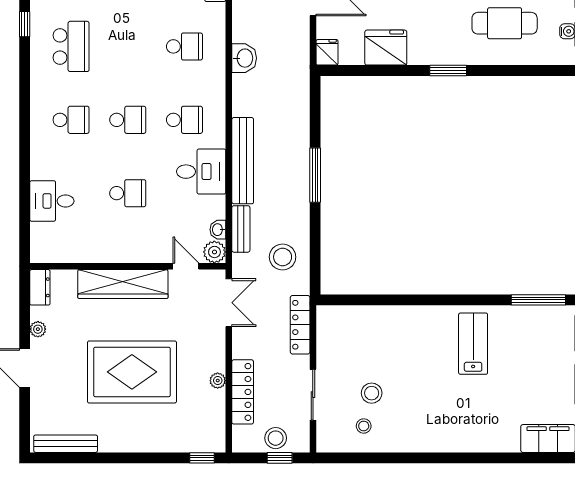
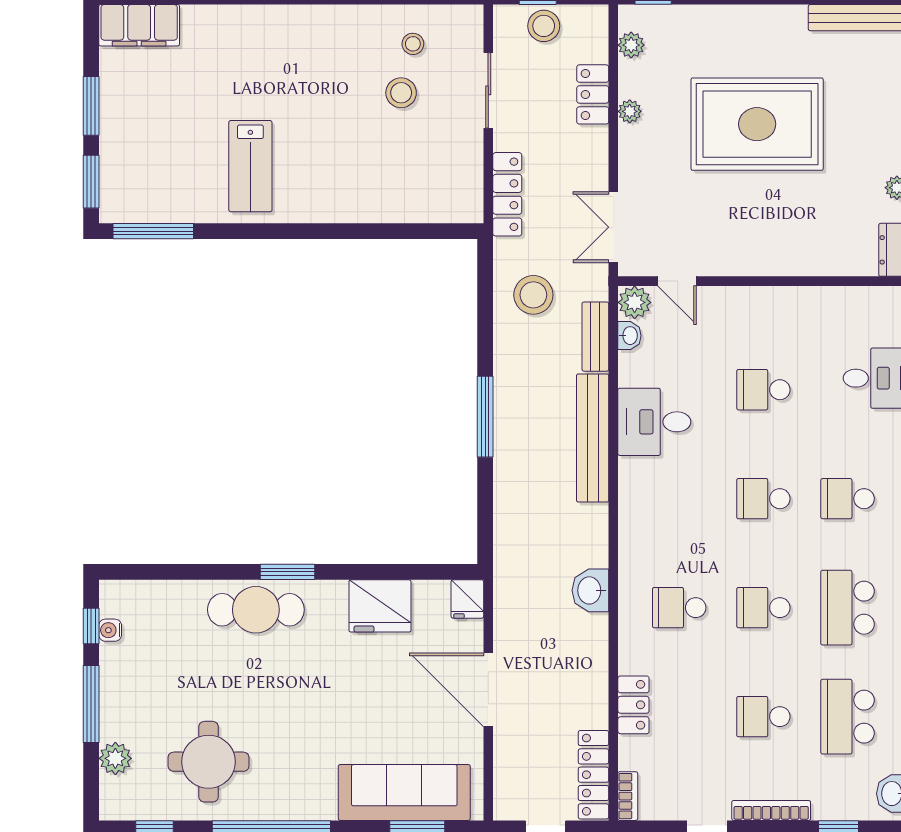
cafe table: (505, 23) -> (256, 610), moved
school desk: (184, 120) -> (763, 608), moved
wardrobe: (123, 284) -> (771, 255), removed
locker: (243, 392) -> (593, 94), width x0.66
plant: (217, 425) -> (631, 45), added

